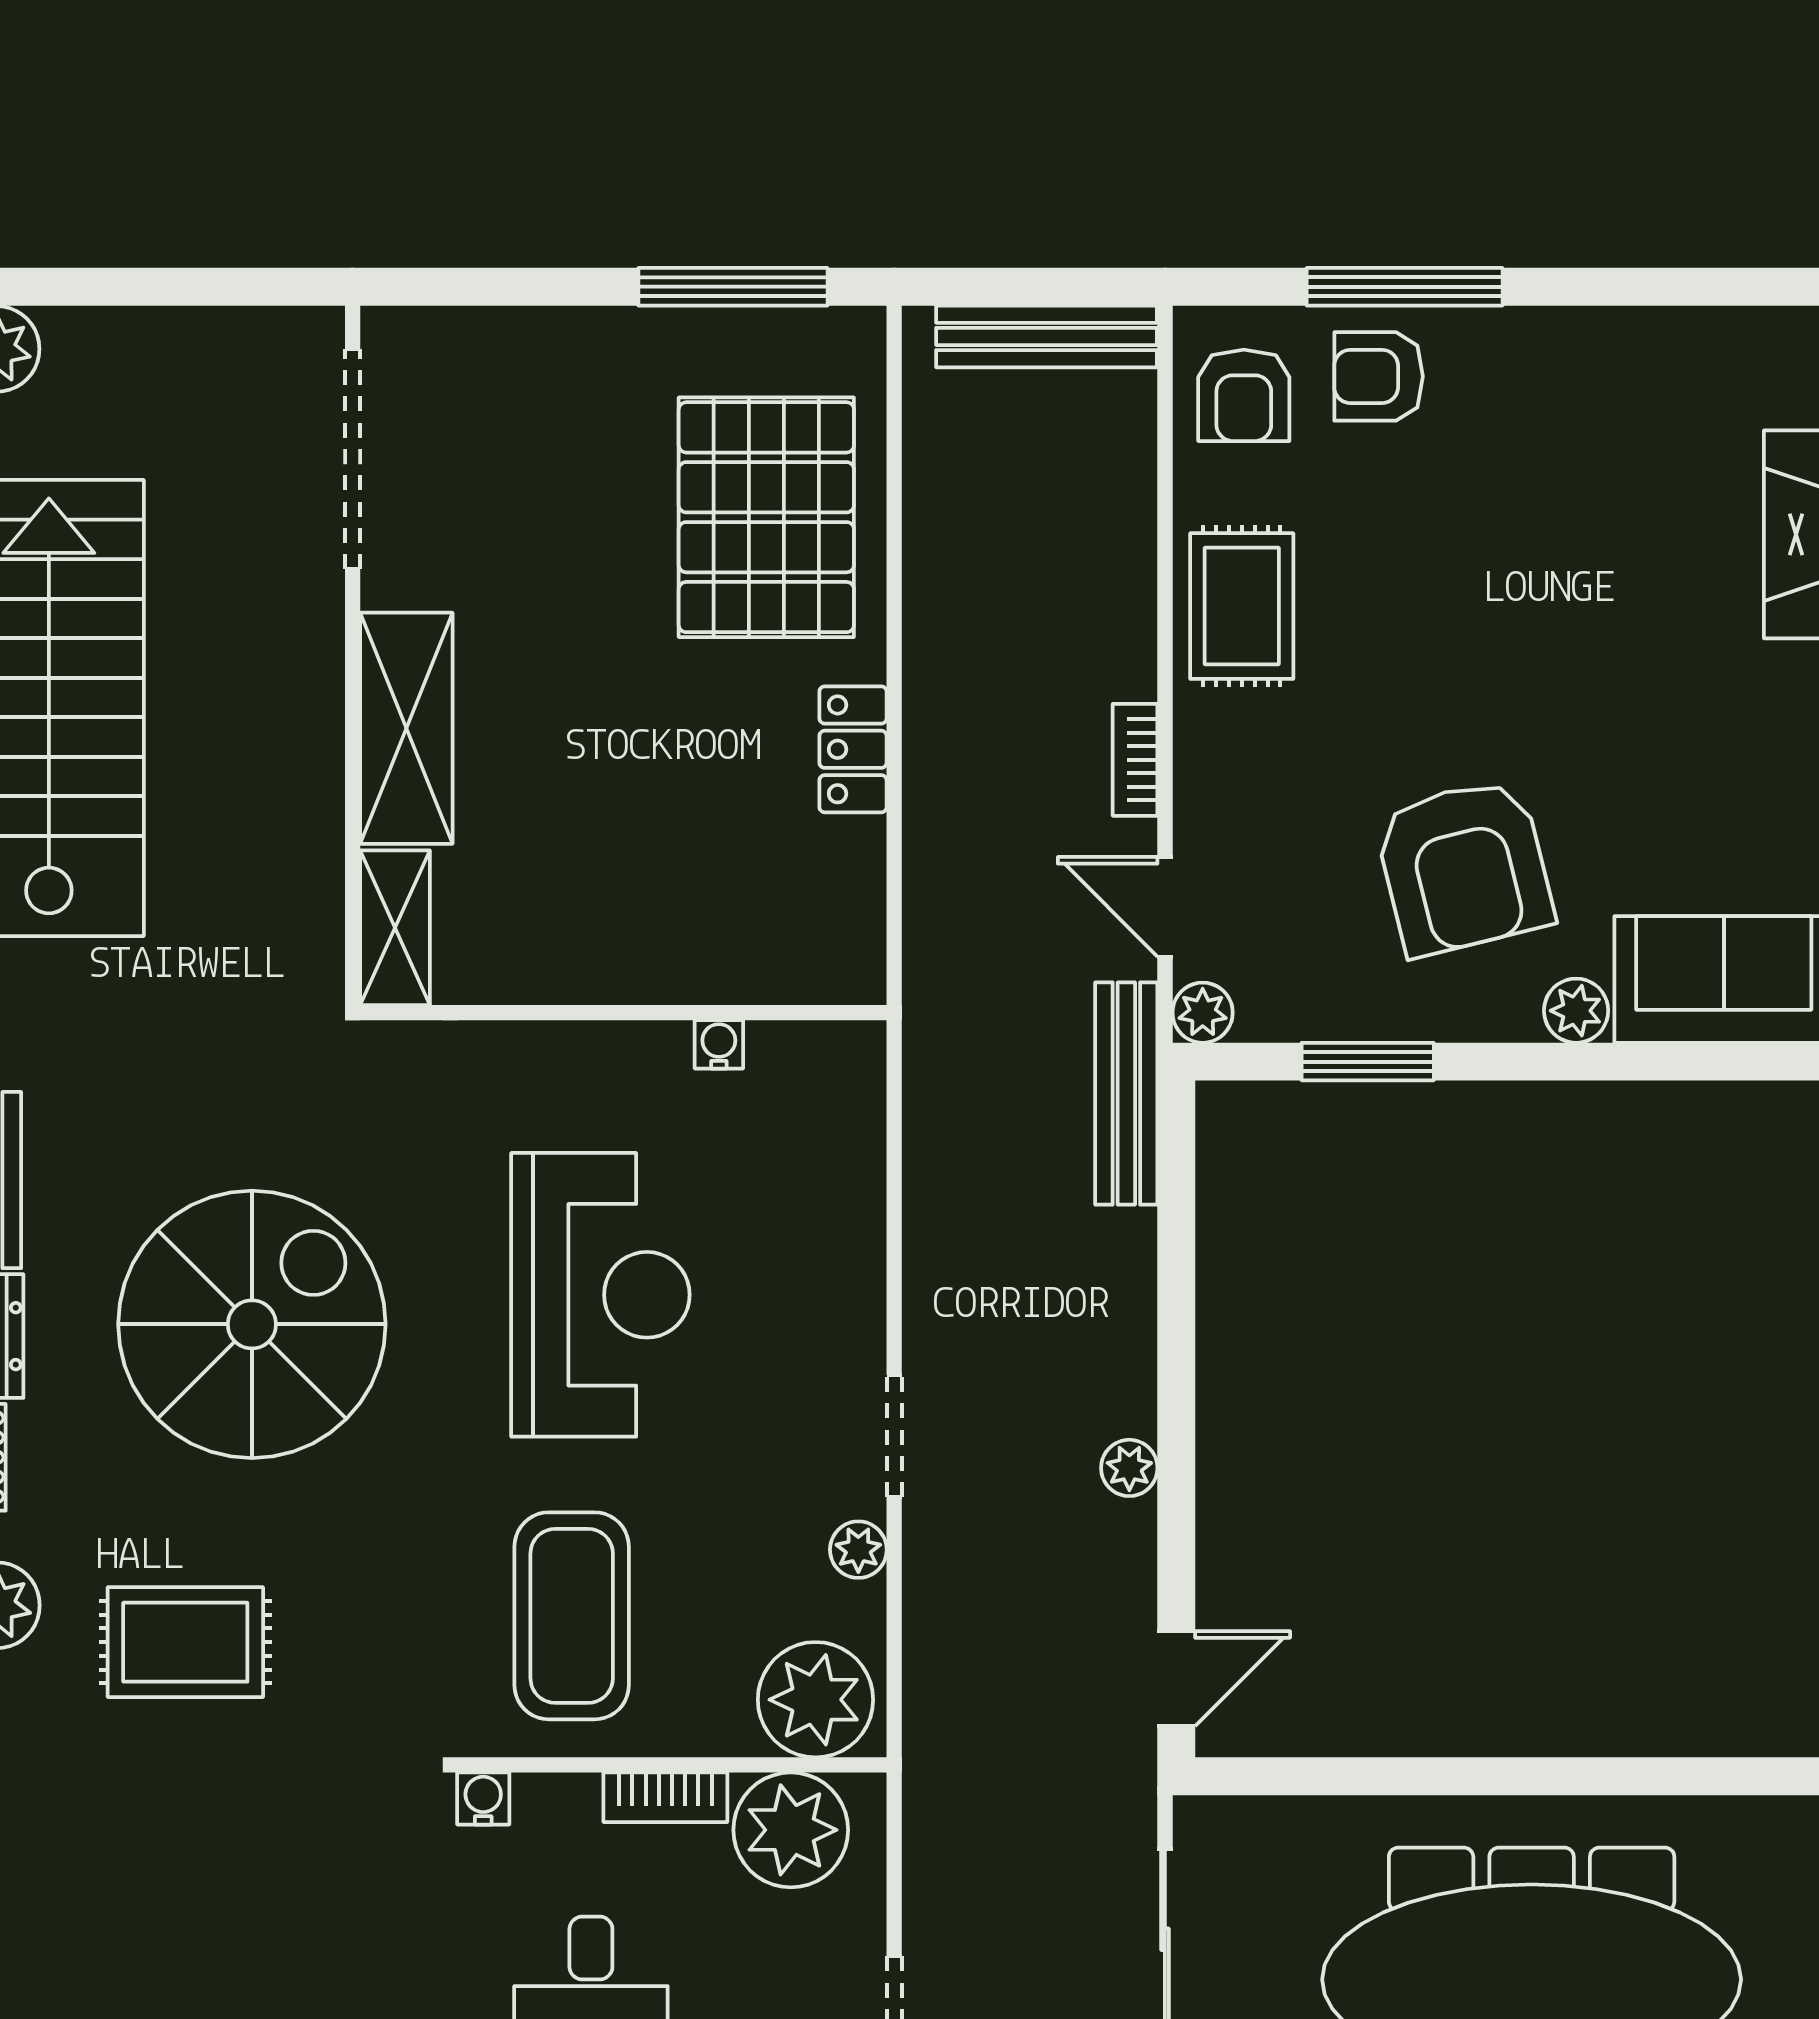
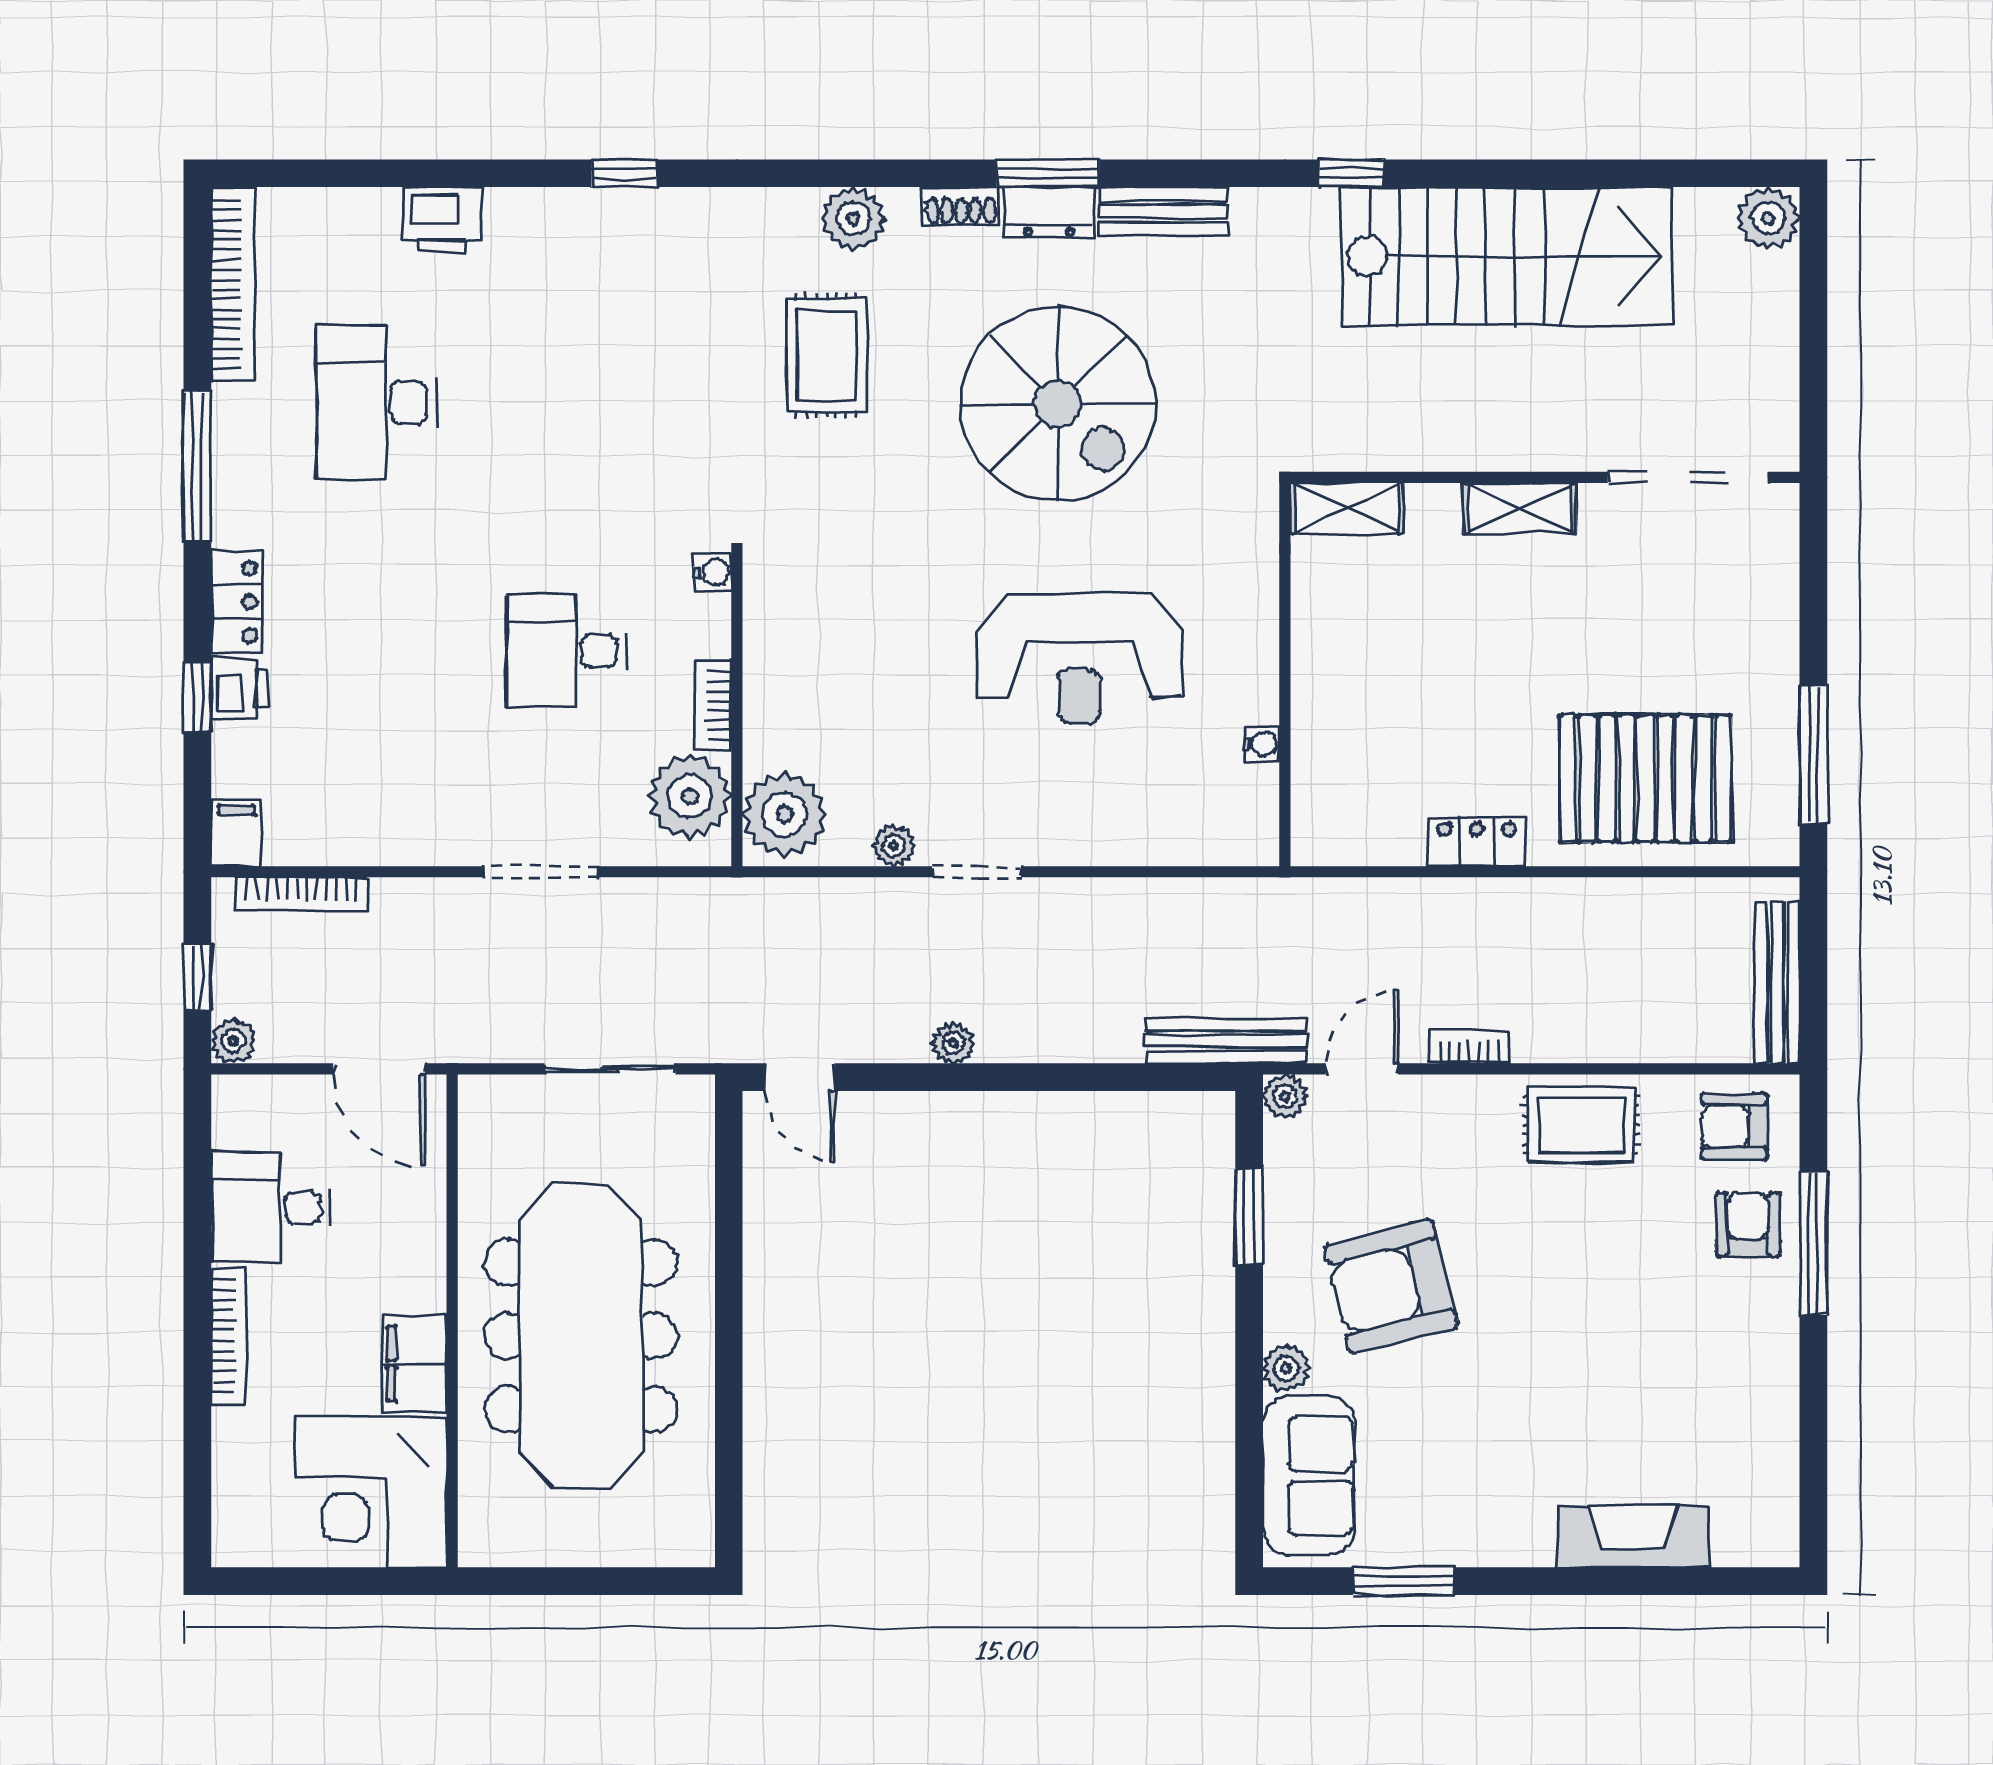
shelving: (406, 728) -> (1520, 508), width x0.67, depth x0.75
coffee table: (572, 1616) -> (846, 637), removed

